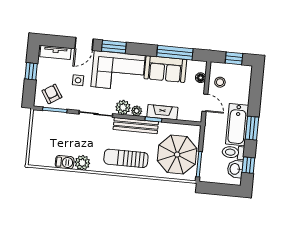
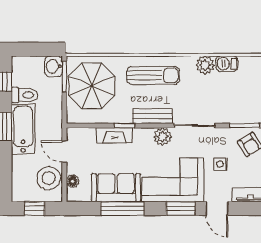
door: (84, 44) -> (217, 209), swing flipped
window: (175, 53) -> (123, 209), moved
stool: (220, 82) -> (49, 178), width x1.89, depth x1.89
plant: (137, 111) -> (146, 134), removed
bench: (136, 126) -> (152, 116), width x0.73
washbasin: (235, 169) -> (54, 66), moved, turned 180

